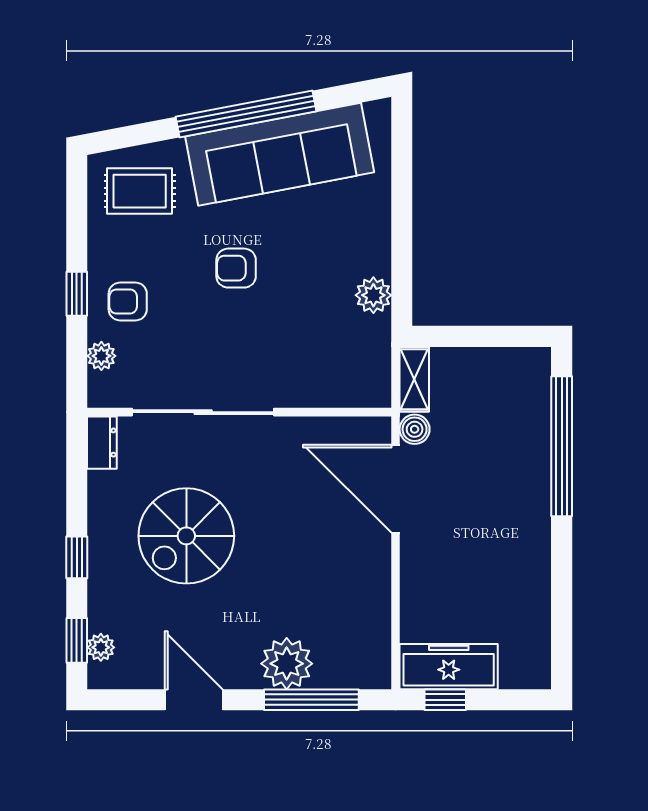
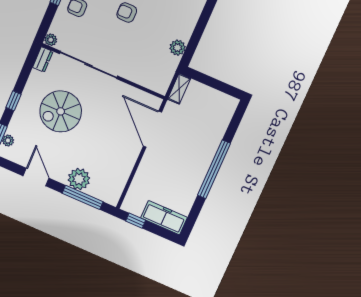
plant: (101, 356) -> (51, 40), moved
boiler: (415, 429) -> (170, 109), removed
window: (562, 446) -> (214, 169), moved
freezer: (449, 667) -> (164, 218), moved

